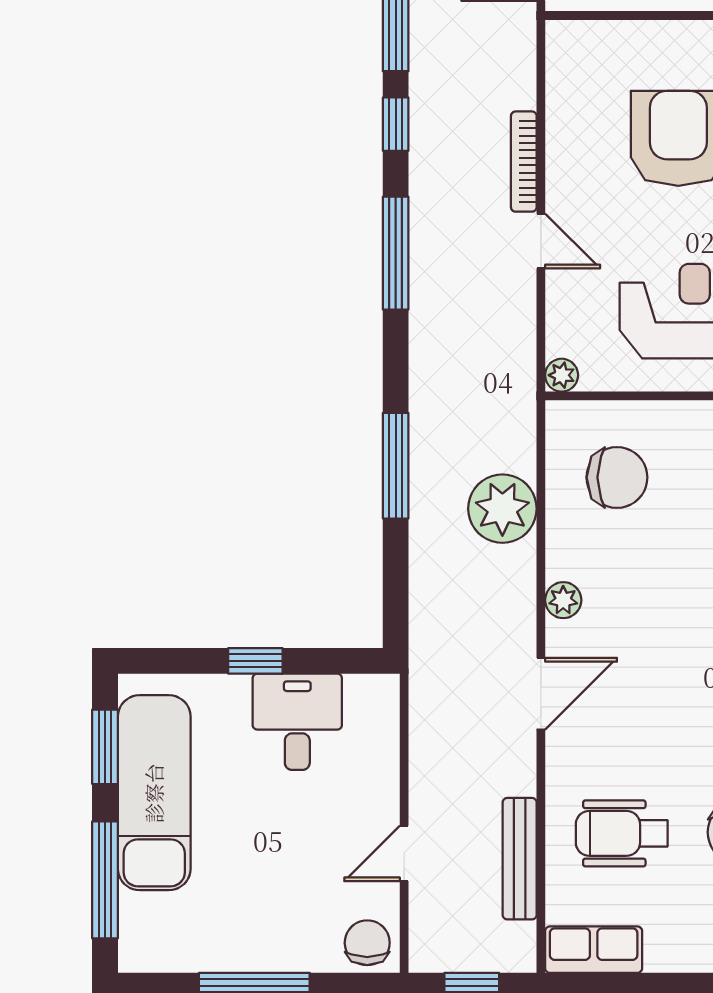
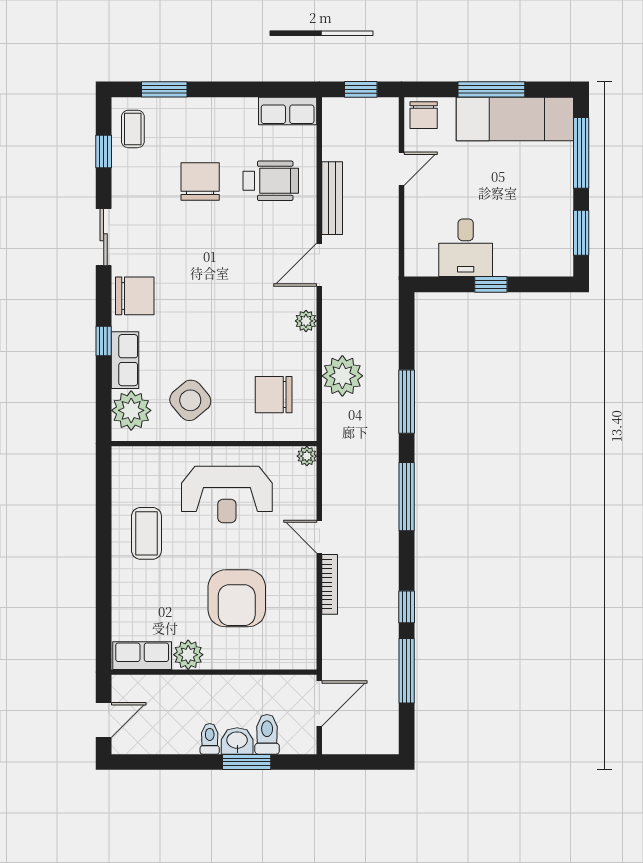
window: (396, 253) -> (407, 497), moved
exam couch: (154, 793) -> (515, 119), moved, turned -90
bench: (520, 859) -> (332, 198), moved

